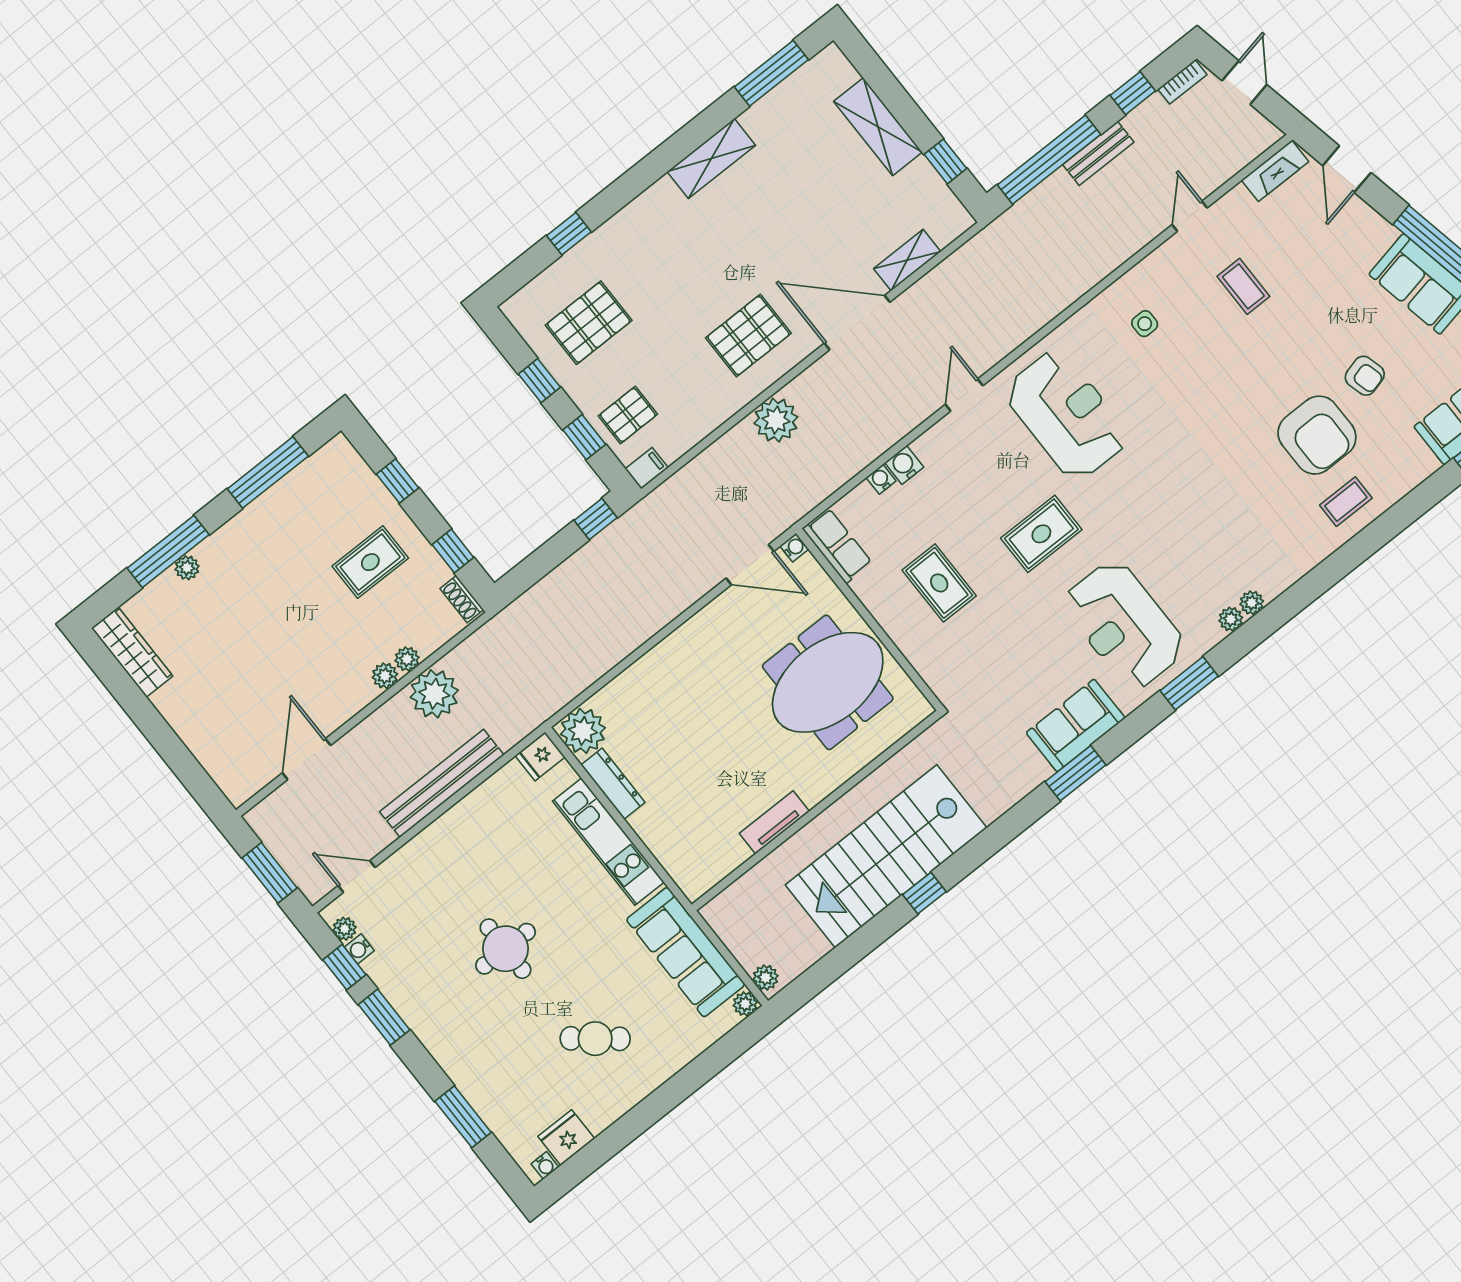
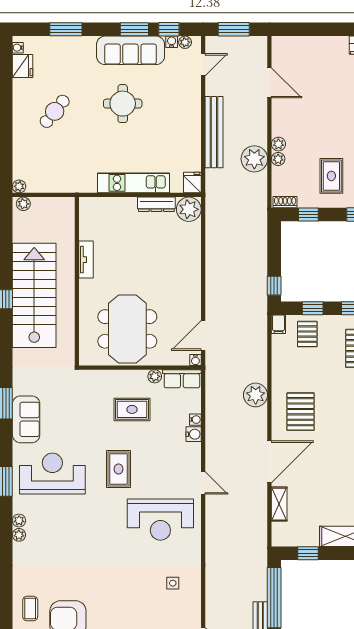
plant: (865, 588) -> (155, 376), added
sofa: (686, 952) -> (131, 50), moved, turned 180

